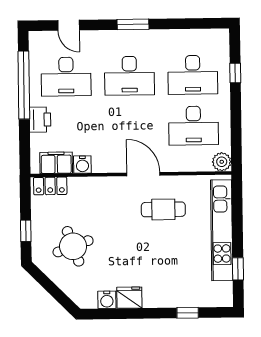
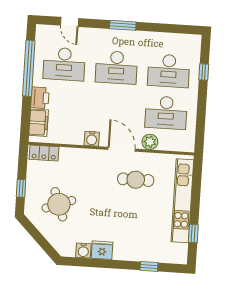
plant: (222, 162) -> (150, 142), moved
filing cabinet: (56, 163) -> (39, 123), moved, turned 90
water cooler: (82, 164) -> (92, 139), moved

